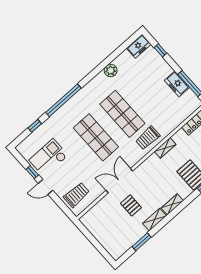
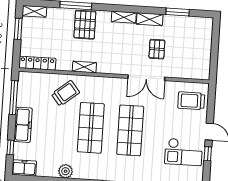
freezer: (177, 84) -> (23, 125), moved, width x1.40
trolley: (148, 138) -> (66, 93), moved, turned -39

